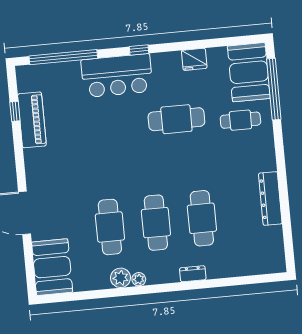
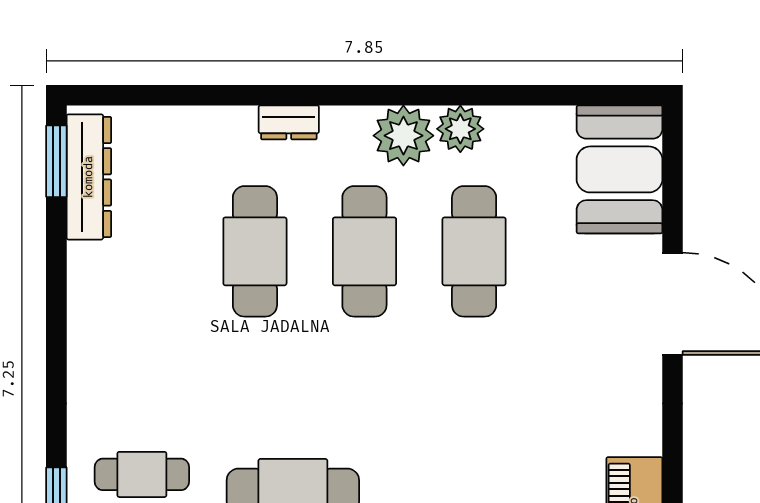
dresser: (270, 199) -> (89, 177), moved
window: (289, 248) -> (56, 161), added
plant: (139, 279) -> (403, 136), width x1.87, depth x1.87

